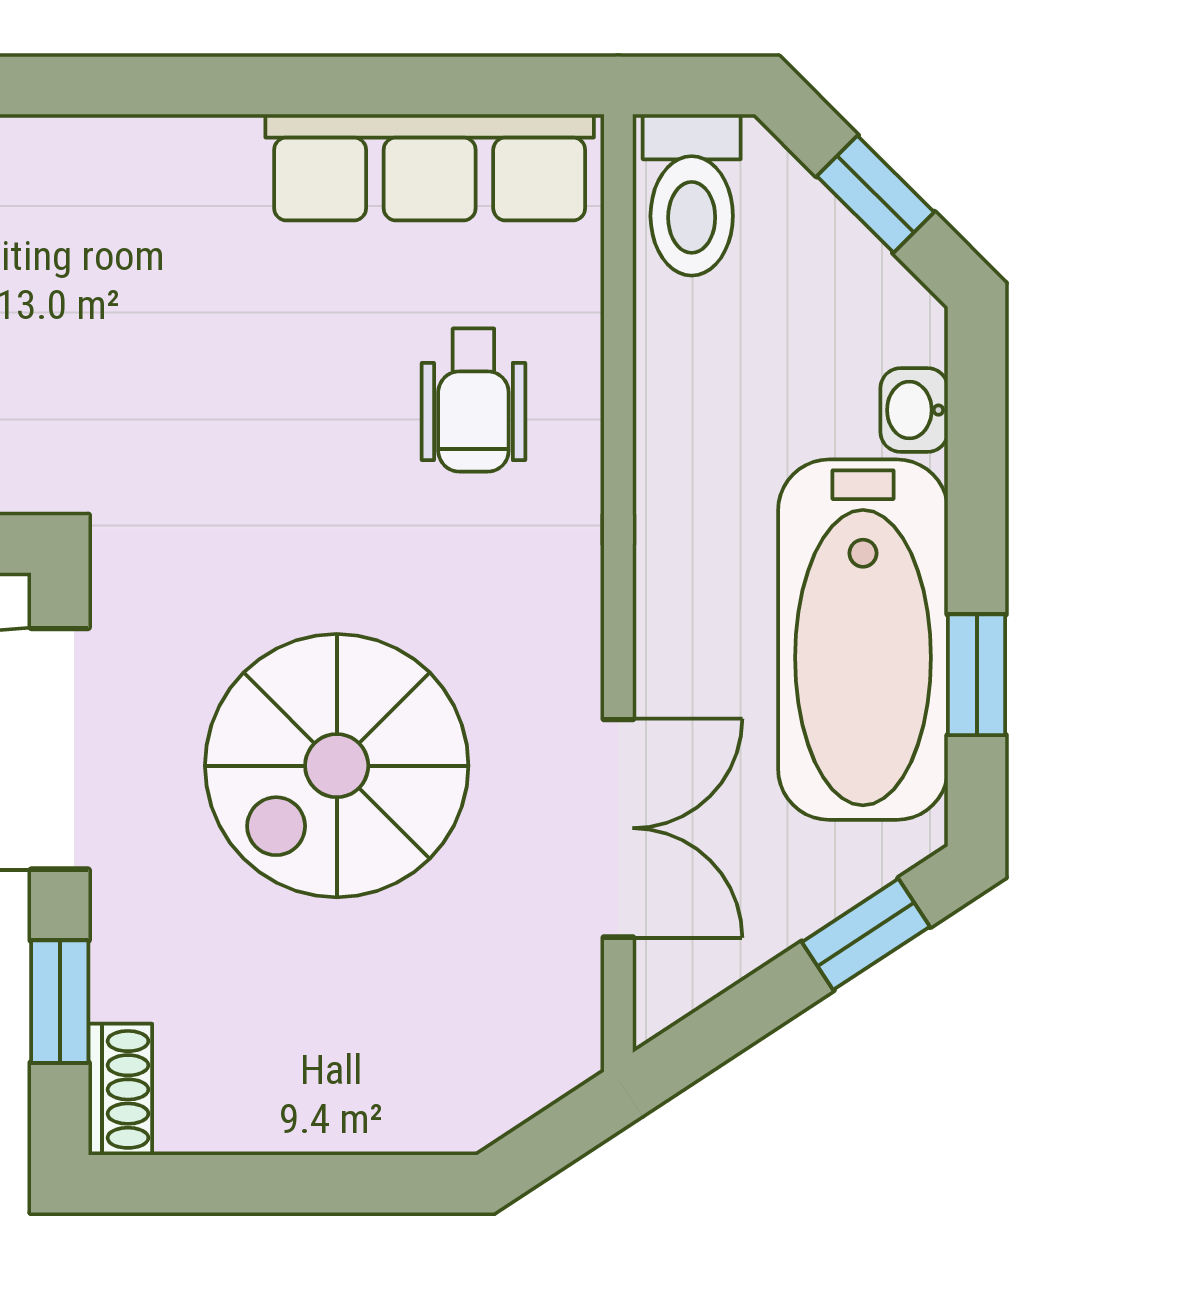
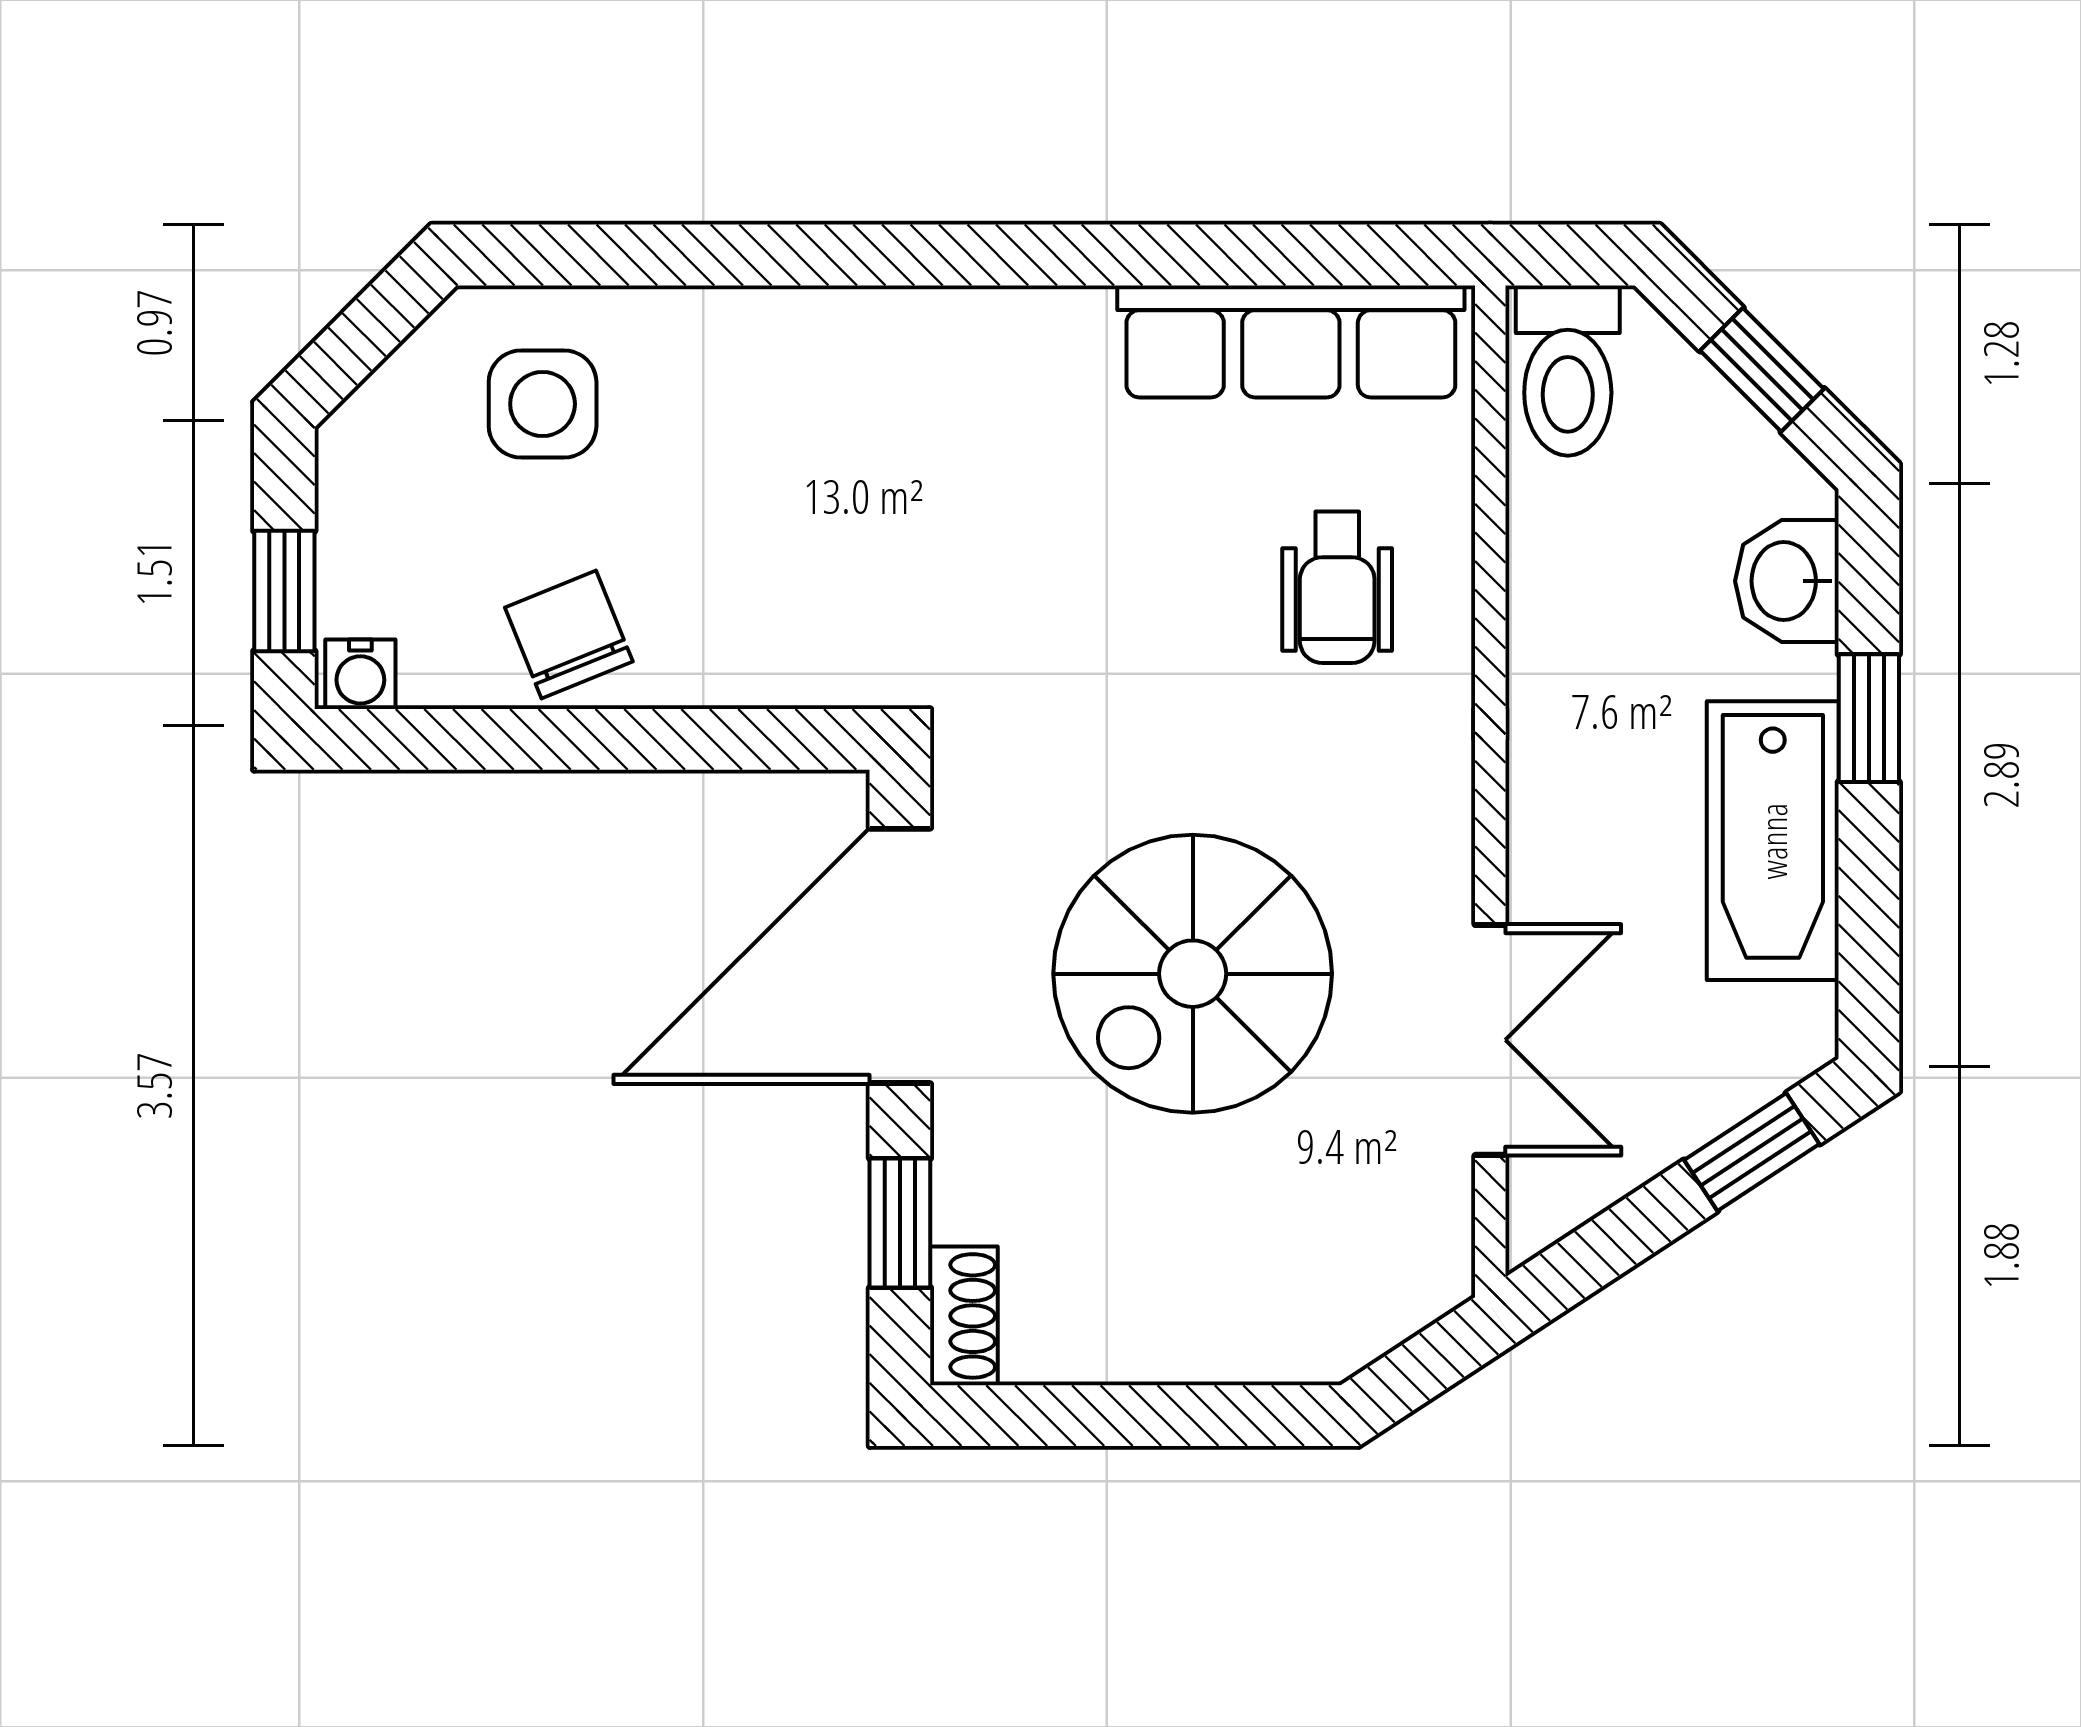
washbasin: (914, 410) -> (1787, 581), width x1.38, depth x1.45
bathtub: (863, 640) -> (1773, 841), width x0.73, depth x0.73
window: (977, 675) -> (1869, 718), moved

